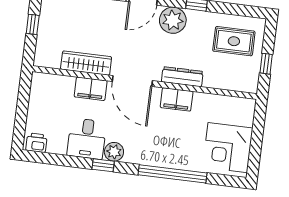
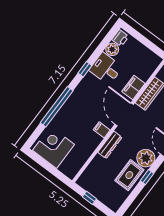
rug: (234, 41) -> (129, 175), moved
door: (132, 81) -> (124, 114), hinge flipped
filing cabinet: (177, 99) -> (102, 130), width x0.50
plant: (114, 152) -> (112, 49), moved

